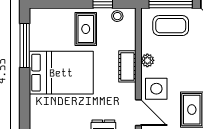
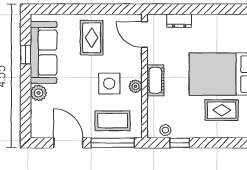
rug: (86, 29) -> (222, 110), moved, turned 90
side table: (156, 89) -> (109, 84), moved

